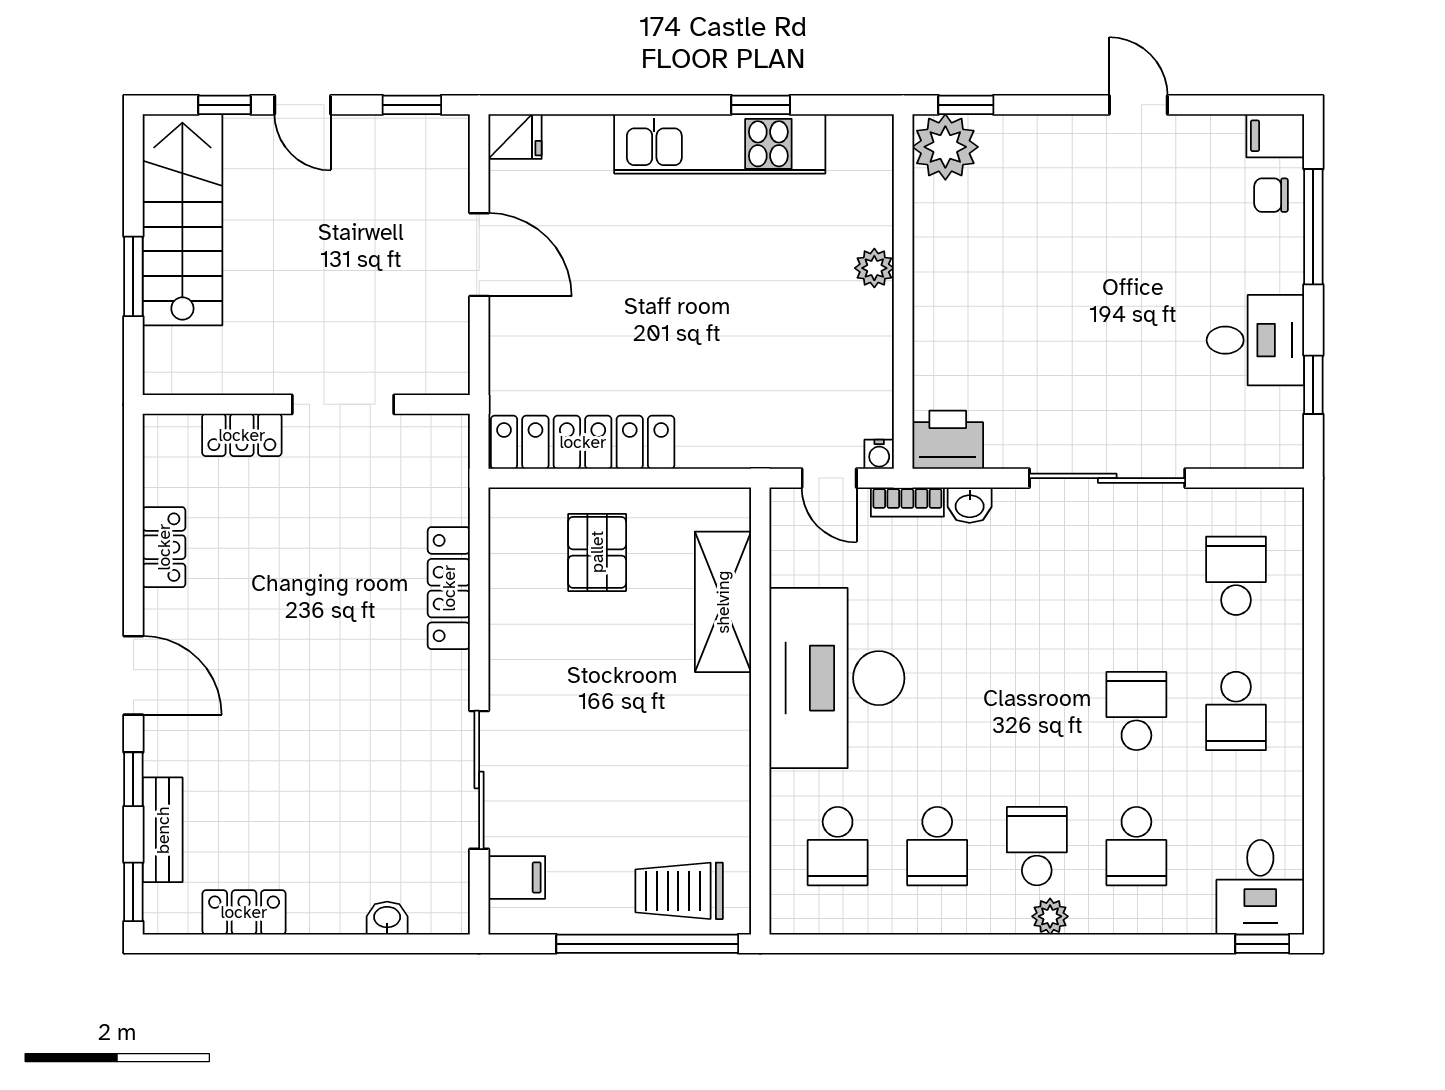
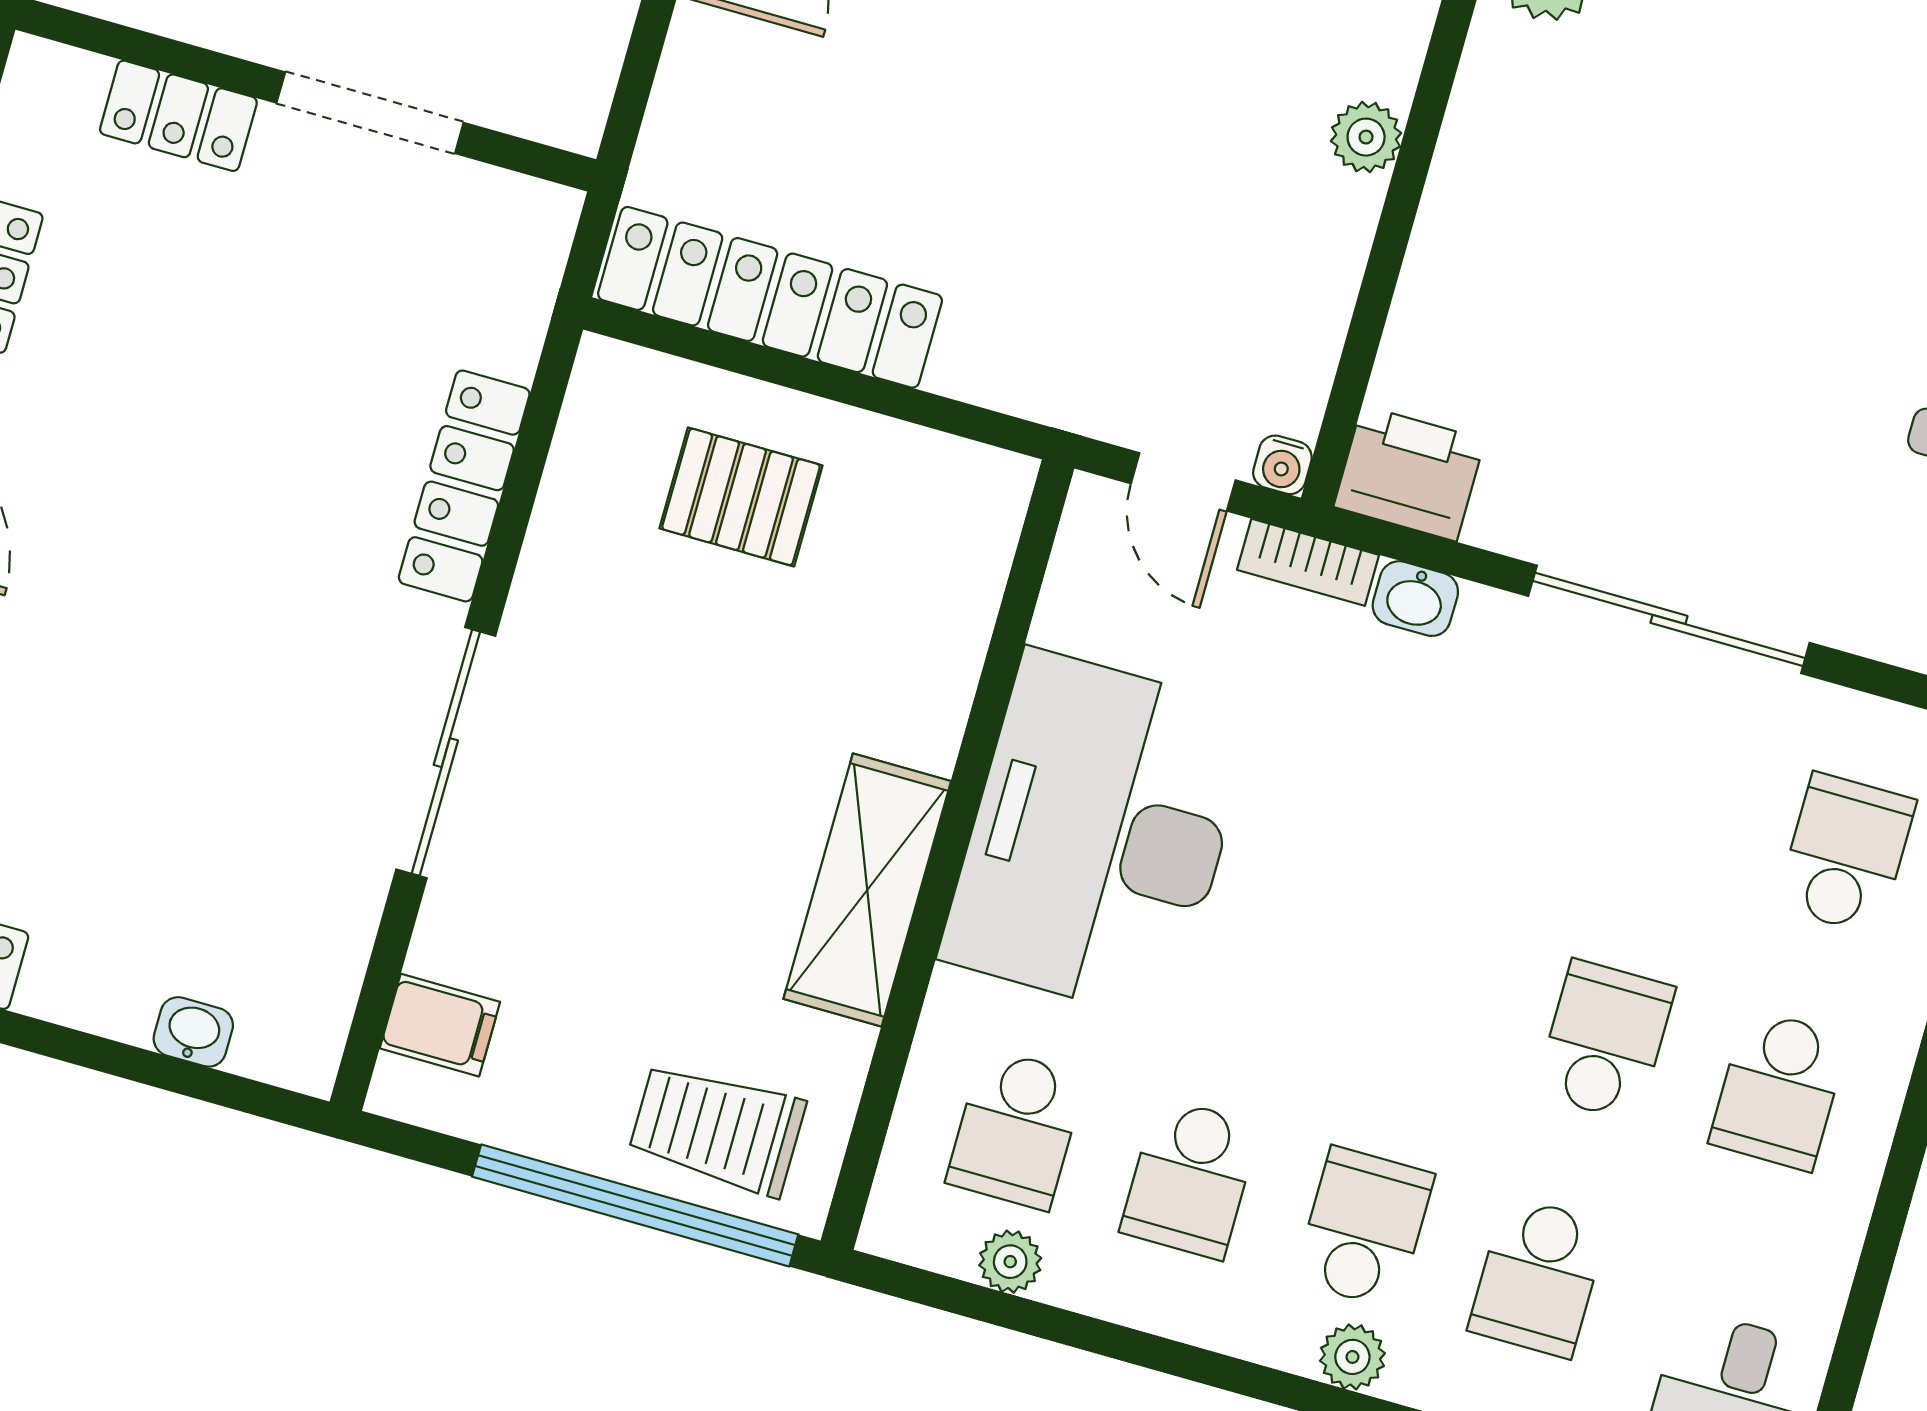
pallet: (597, 552) -> (741, 497), turned 90
shelving: (723, 602) -> (867, 890), moved
sliding door: (479, 780) -> (446, 753), moved
plant: (854, 917) -> (1010, 1262), added

